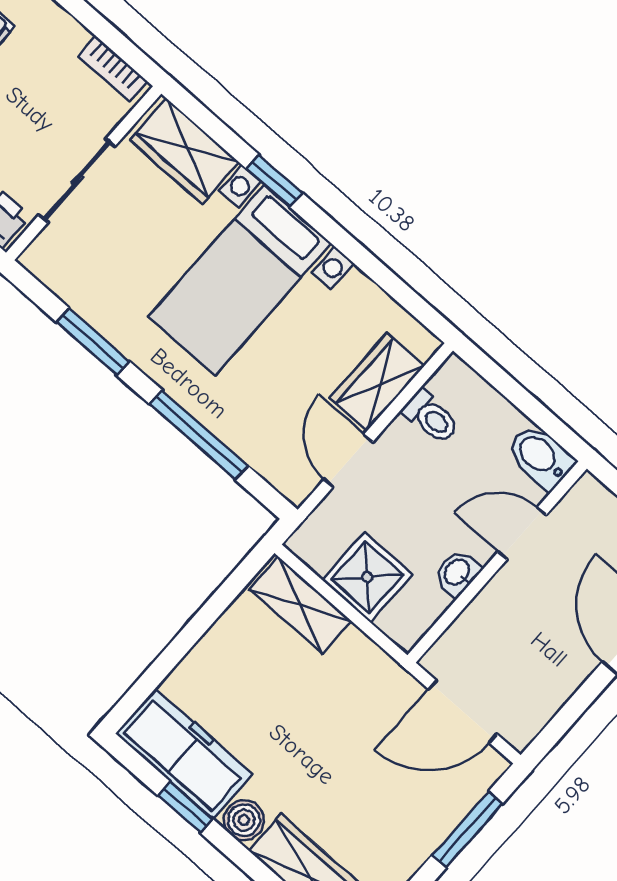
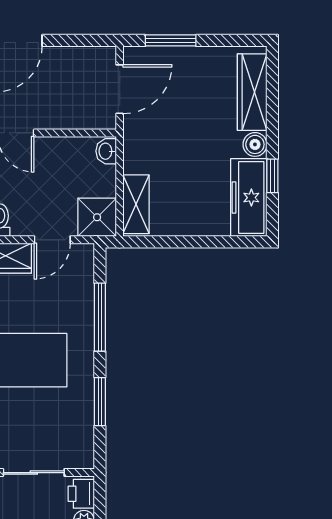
washbasin: (457, 573) -> (106, 151), moved, turned 90
shower: (367, 577) -> (97, 217), moved
door: (463, 712) -> (120, 89), hinge flipped

